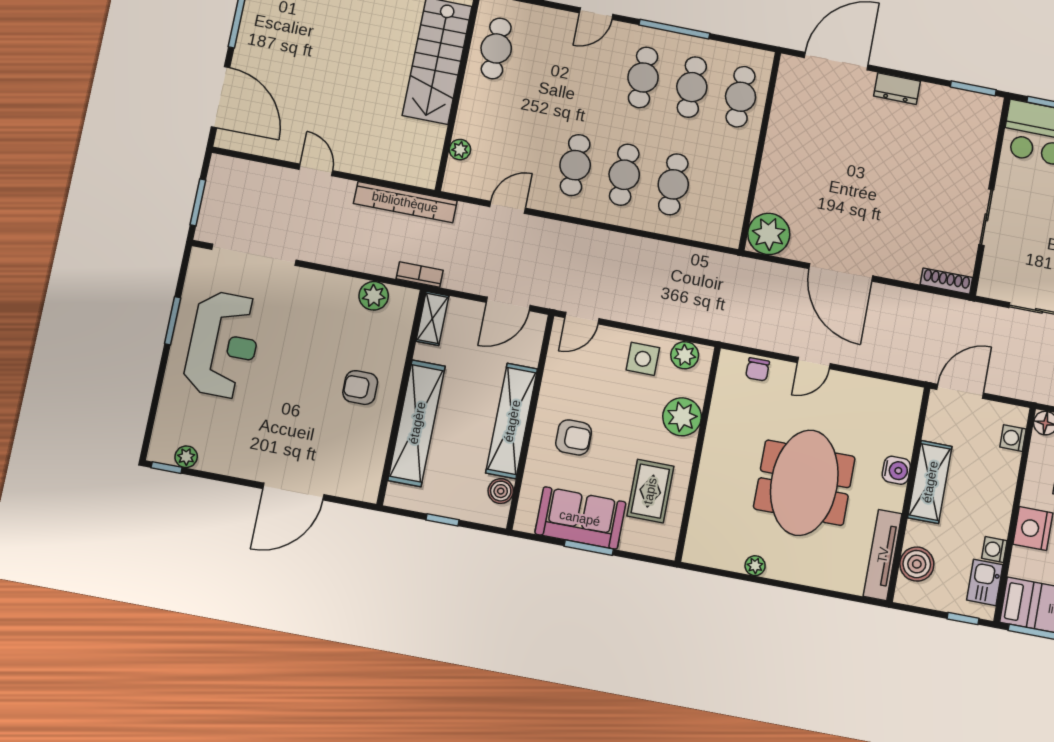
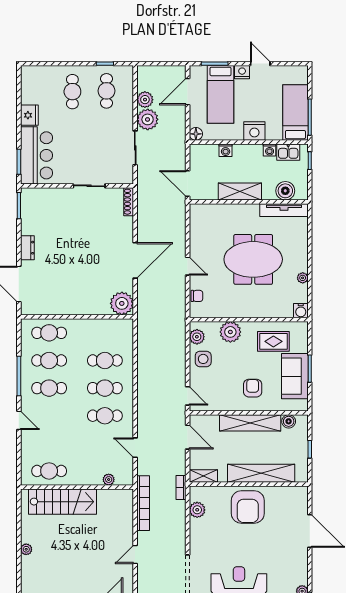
armchair: (360, 388) -> (248, 507), width x1.88, depth x1.88
washing machine: (1013, 438) -> (226, 150), moved
water cooler: (896, 470) -> (301, 311), moved, turned 180

